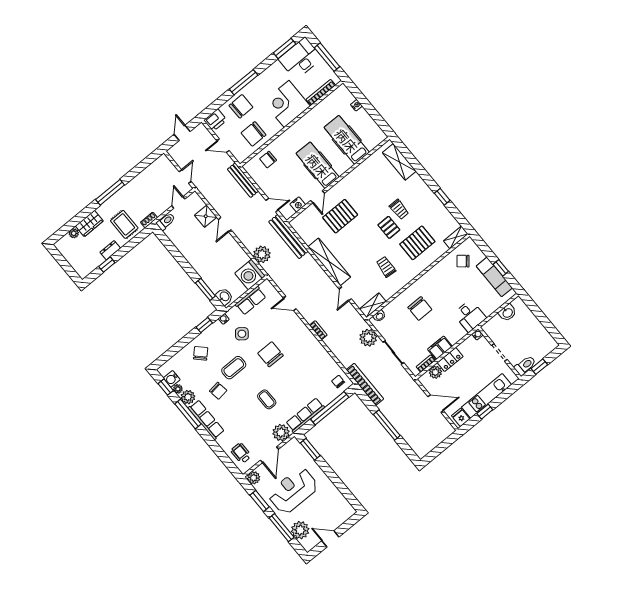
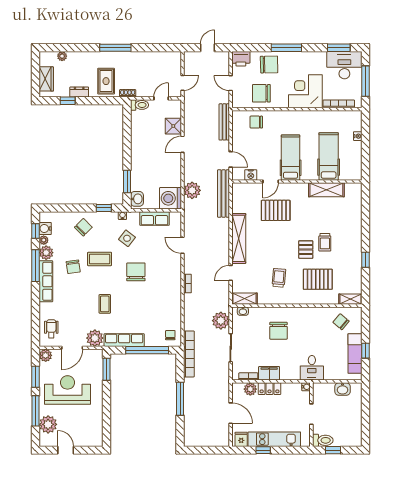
shelving: (399, 162) -> (326, 190), moved, turned 90
wardrobe: (89, 223) -> (46, 79), moved, turned -90

